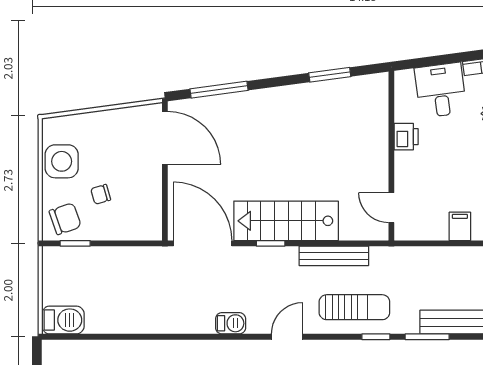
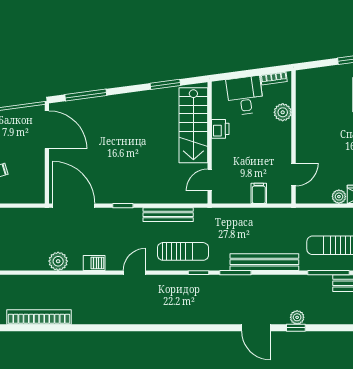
door: (391, 208) -> (210, 180), hinge flipped
stairs: (286, 221) -> (193, 125), moved, turned -90
plant: (181, 321) -> (58, 261), added

